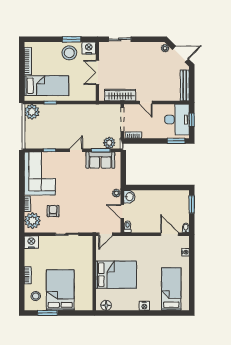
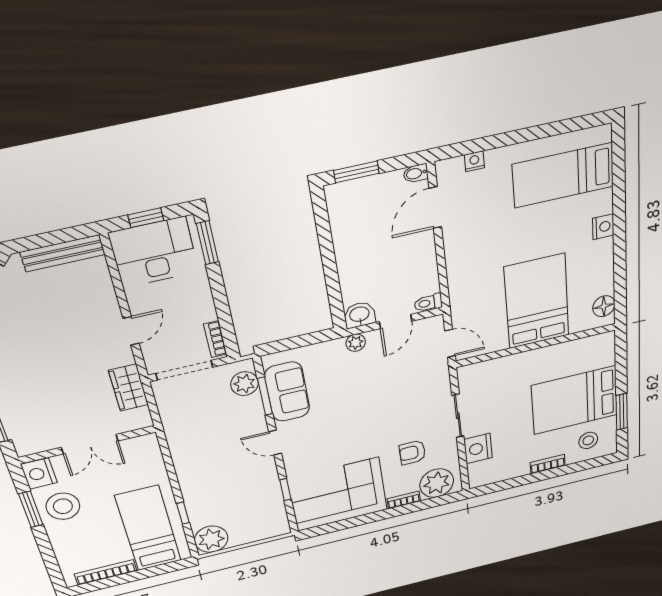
wardrobe: (120, 95) -> (128, 388), width x0.67
nightstand: (31, 242) -> (478, 449), moved

